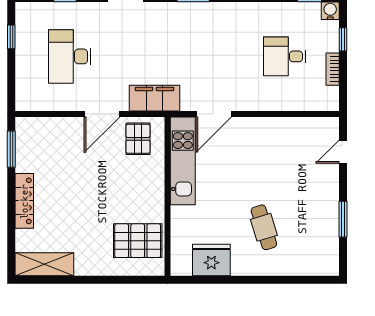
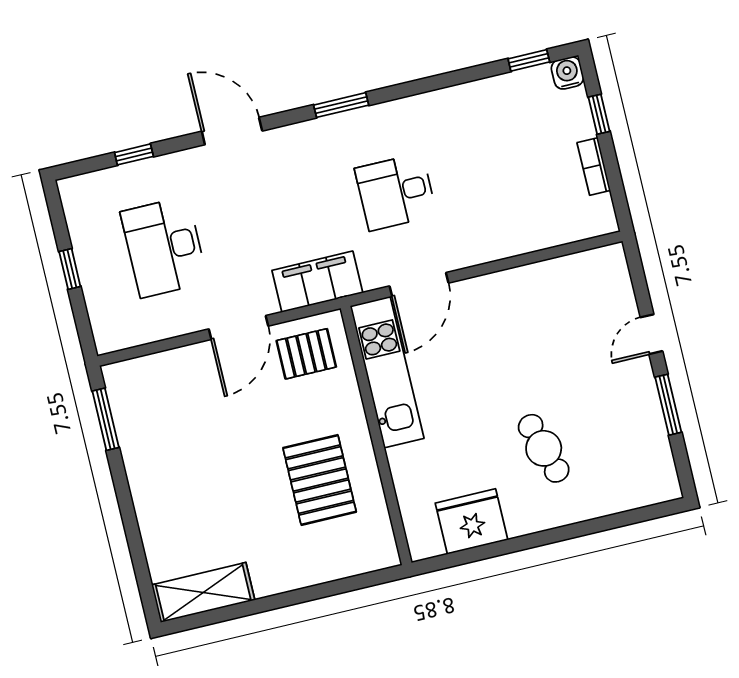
window: (11, 37) -> (70, 269), moved
desk: (285, 56) -> (396, 192), moved
pallet: (138, 139) -> (306, 354), turned 90
door: (343, 152) -> (651, 334), moved
locker: (24, 201) -> (146, 498), removed
pallet: (138, 241) -> (320, 480), moved, turned 90

